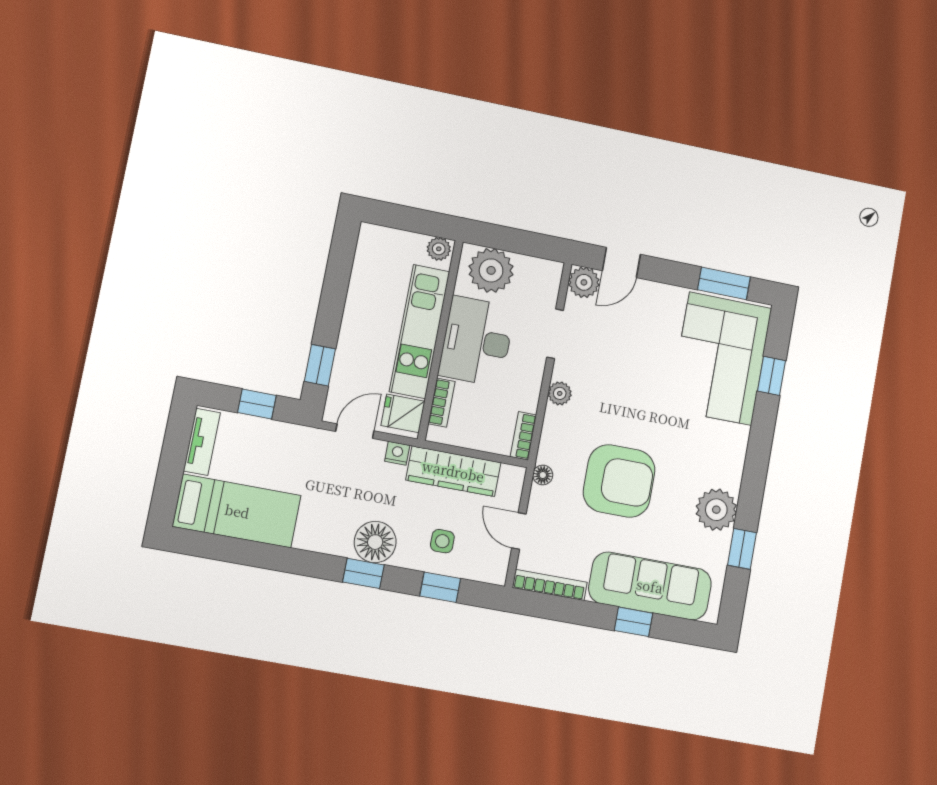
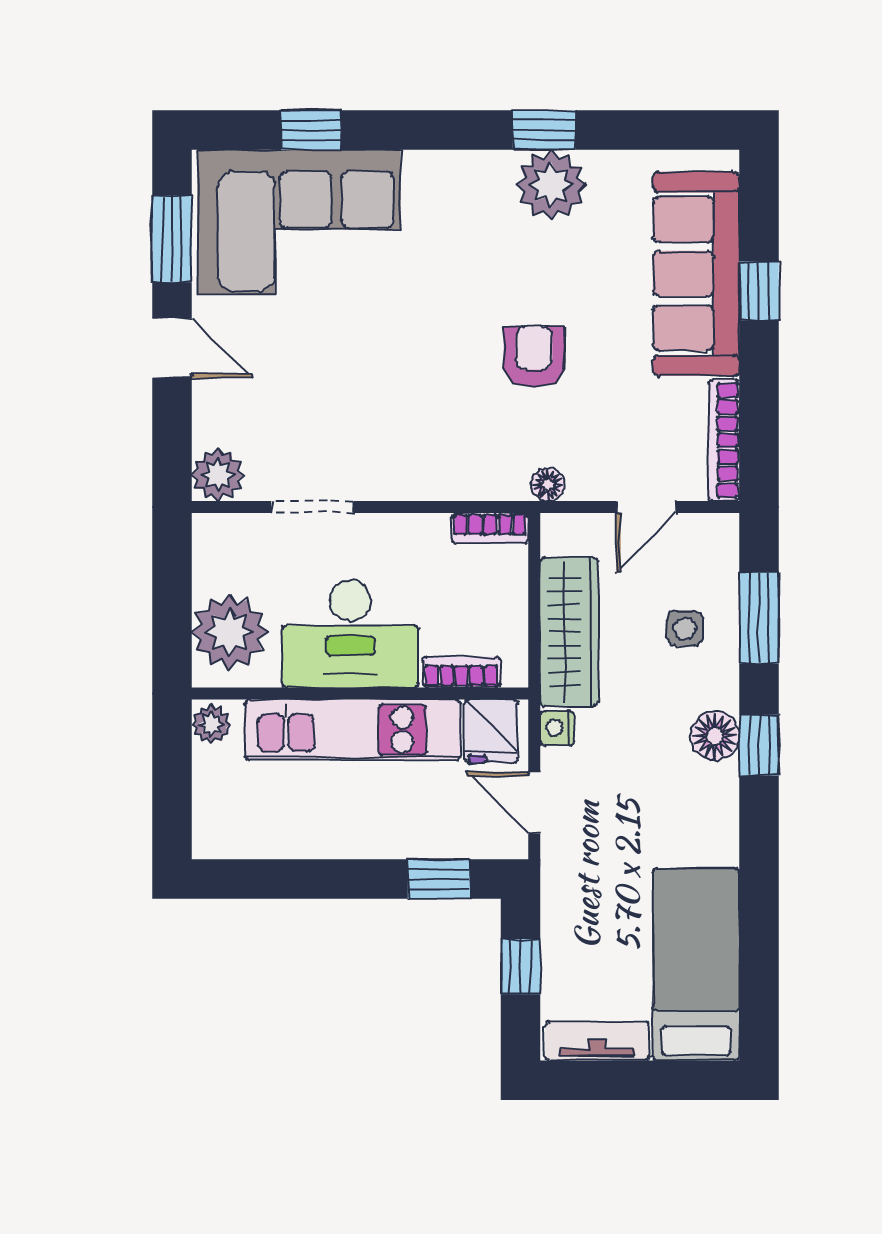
door: (621, 262) -> (172, 348), moved
plant: (560, 393) -> (409, 481), removed
armchair: (619, 481) -> (534, 356), width x0.53, depth x0.53
floor lamp: (375, 542) -> (715, 736), width x0.73, depth x0.73
window: (742, 549) -> (544, 130), moved
window: (440, 587) -> (759, 618), width x1.50

